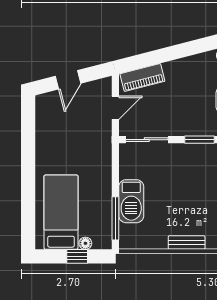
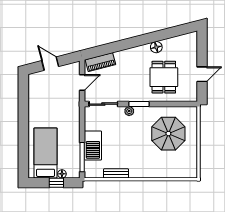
door: (68, 80) -> (50, 64), swing flipped
plant: (185, 150) -> (129, 111), added
bench: (187, 243) -> (116, 173), moved

